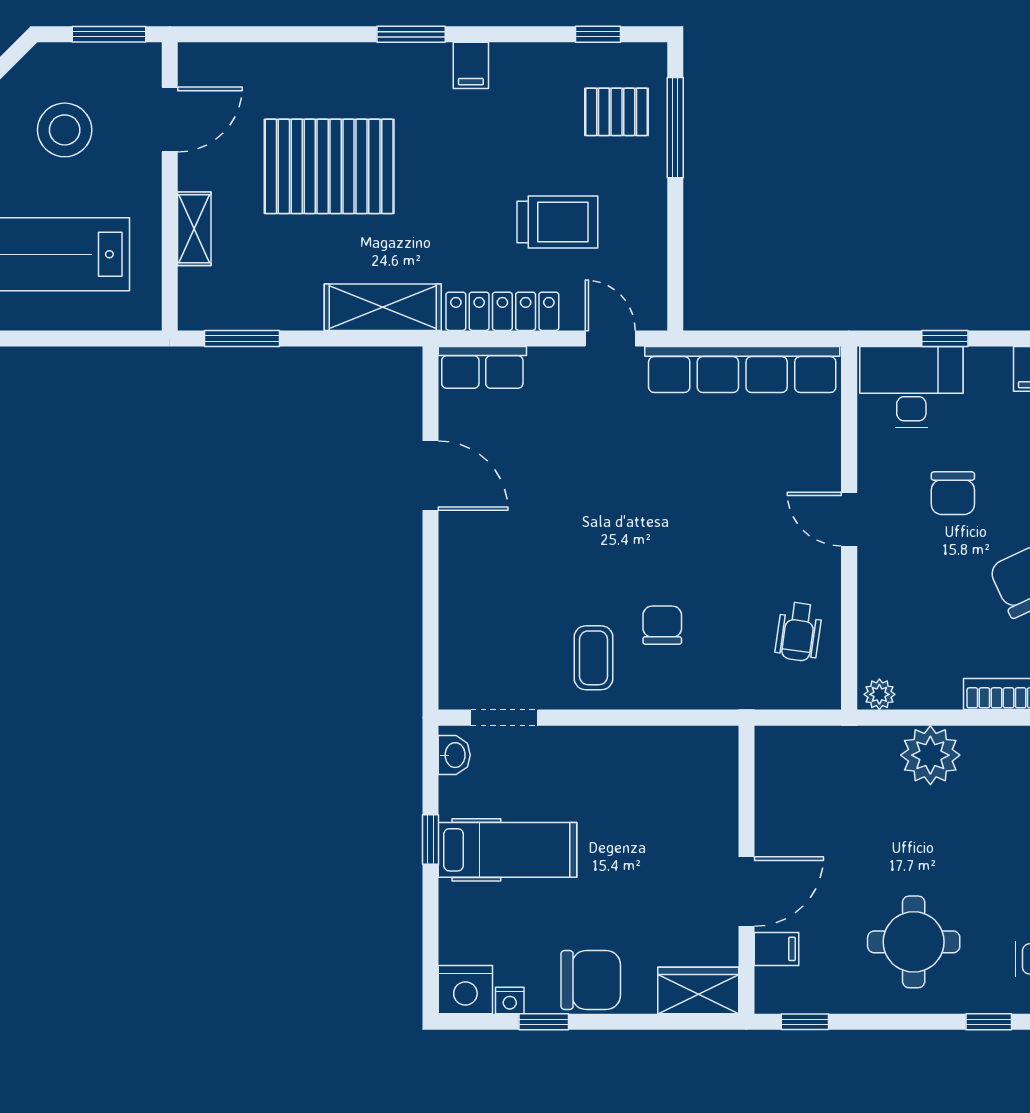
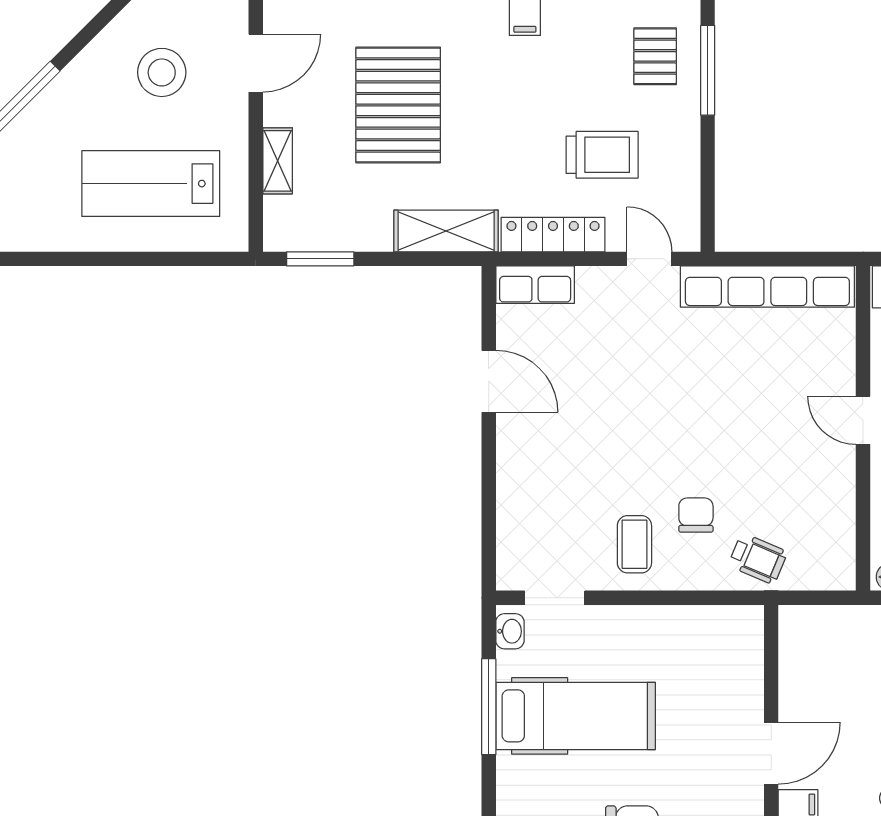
pallet: (617, 112) -> (655, 56), turned 90
pallet: (329, 166) -> (398, 105), turned 90
wheelchair: (799, 632) -> (758, 559), moved, turned -75
window: (430, 840) -> (489, 707), width x2.17
hospital bed: (508, 850) -> (576, 716), width x1.37, depth x1.29

